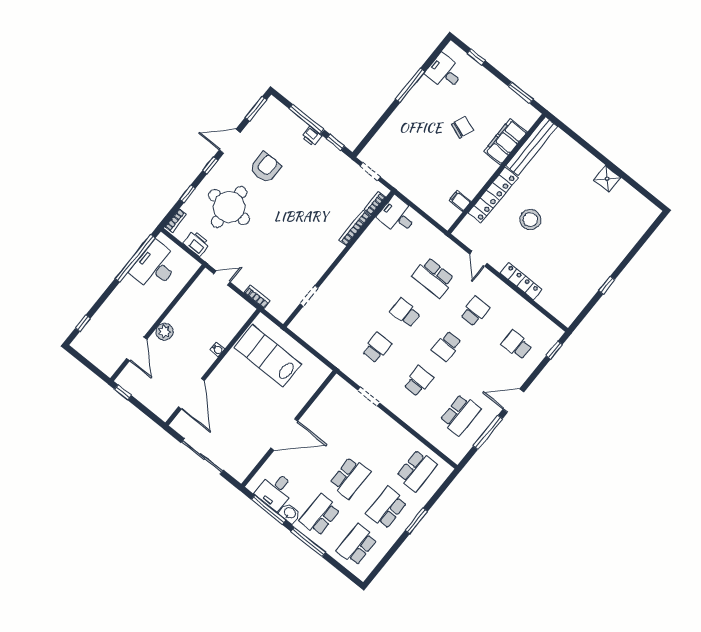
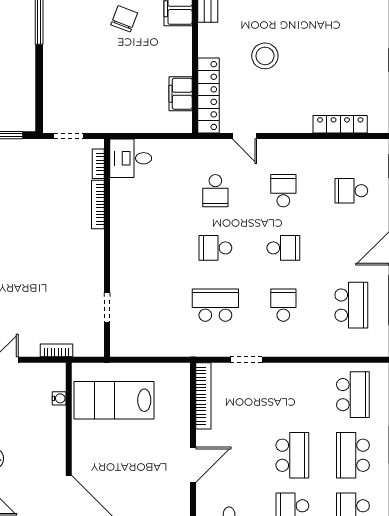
locker: (493, 195) -> (208, 96), moved
filing cabinet: (460, 201) -> (181, 94), width x2.00
school desk: (433, 278) -> (215, 191), width x0.54
locker: (521, 281) -> (340, 124), moved
school desk: (447, 346) -> (283, 248), turned -90
school desk: (377, 348) -> (215, 305), width x1.85
water cooler: (217, 349) -> (59, 398), moved
bookcase: (325, 397) -> (203, 396), added
door: (284, 434) -> (193, 465), width x0.73

